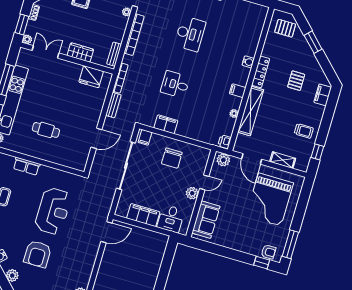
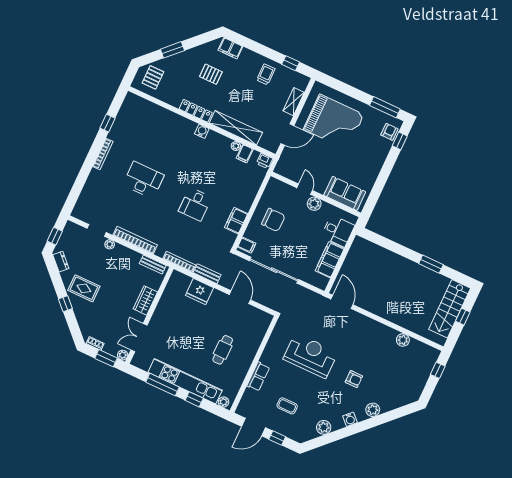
water cooler: (248, 62) -> (202, 131), moved
fridge: (91, 77) -> (200, 292), moved, turned 90
filing cabinet: (238, 91) -> (245, 154), moved
plant: (223, 160) -> (284, 165), removed
armchair: (38, 254) -> (354, 379), width x0.53, depth x0.53

